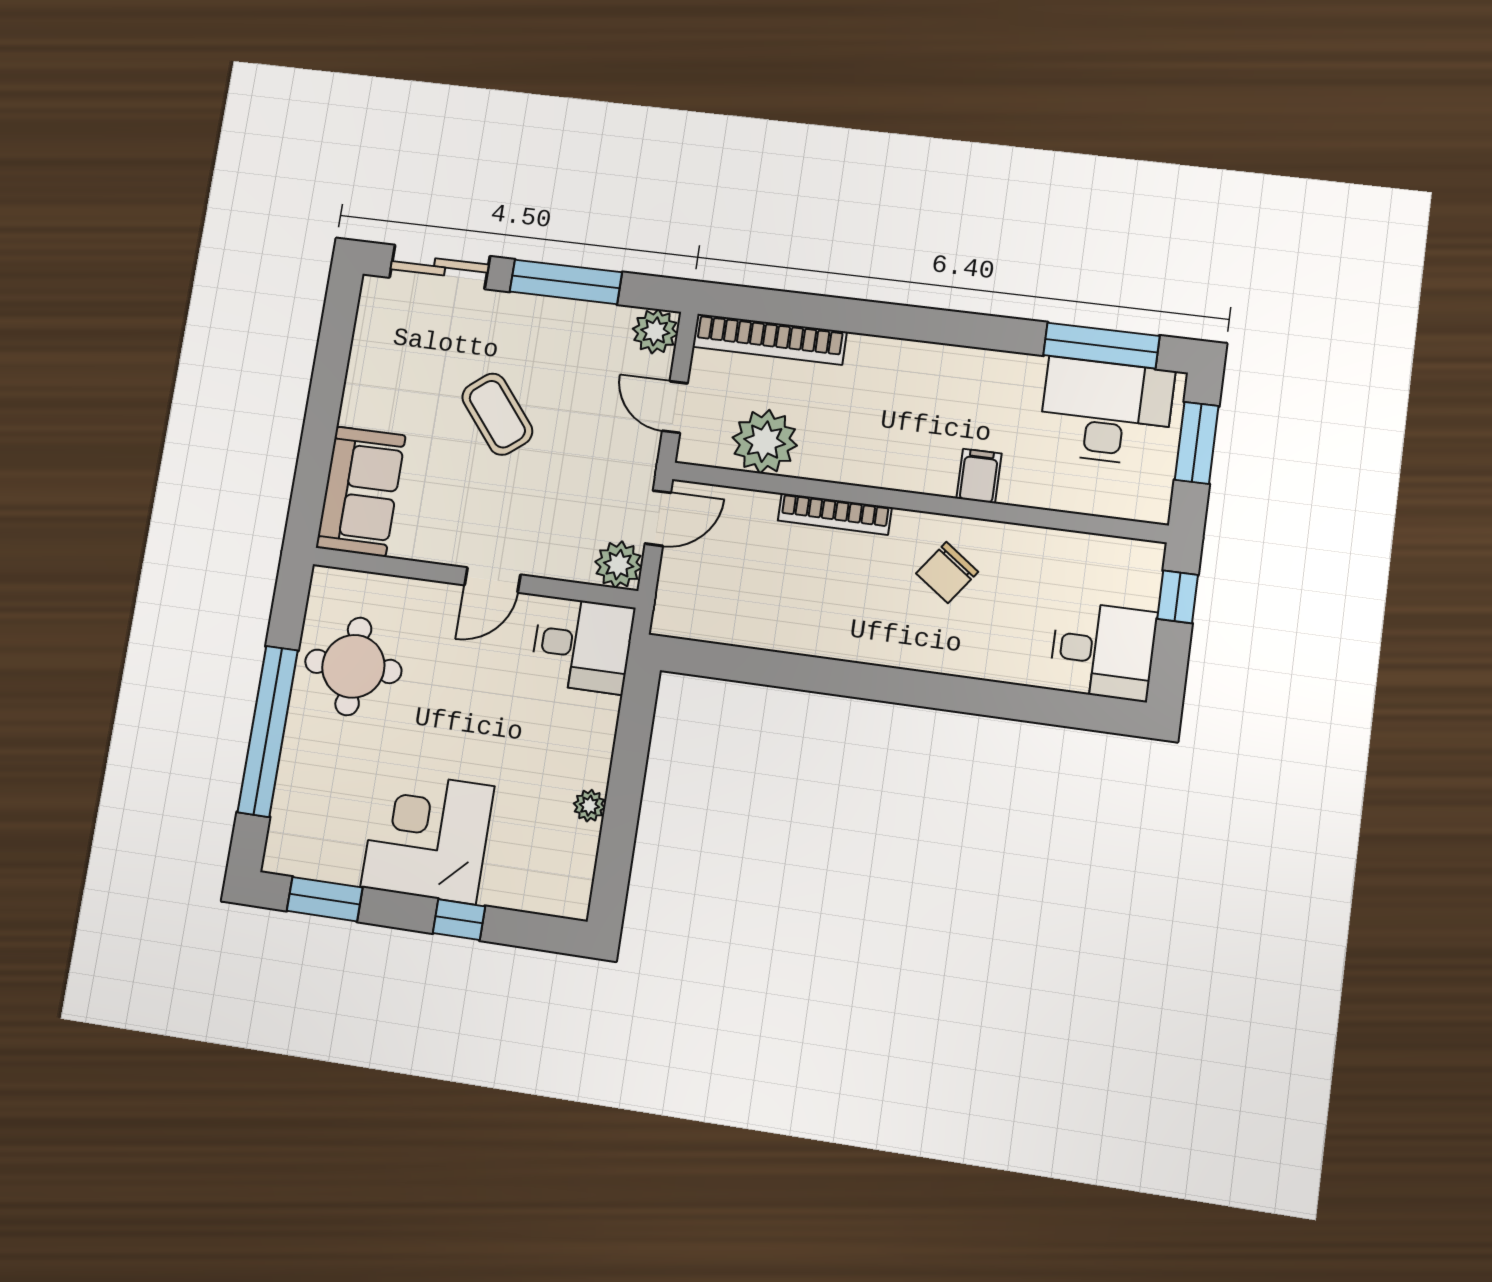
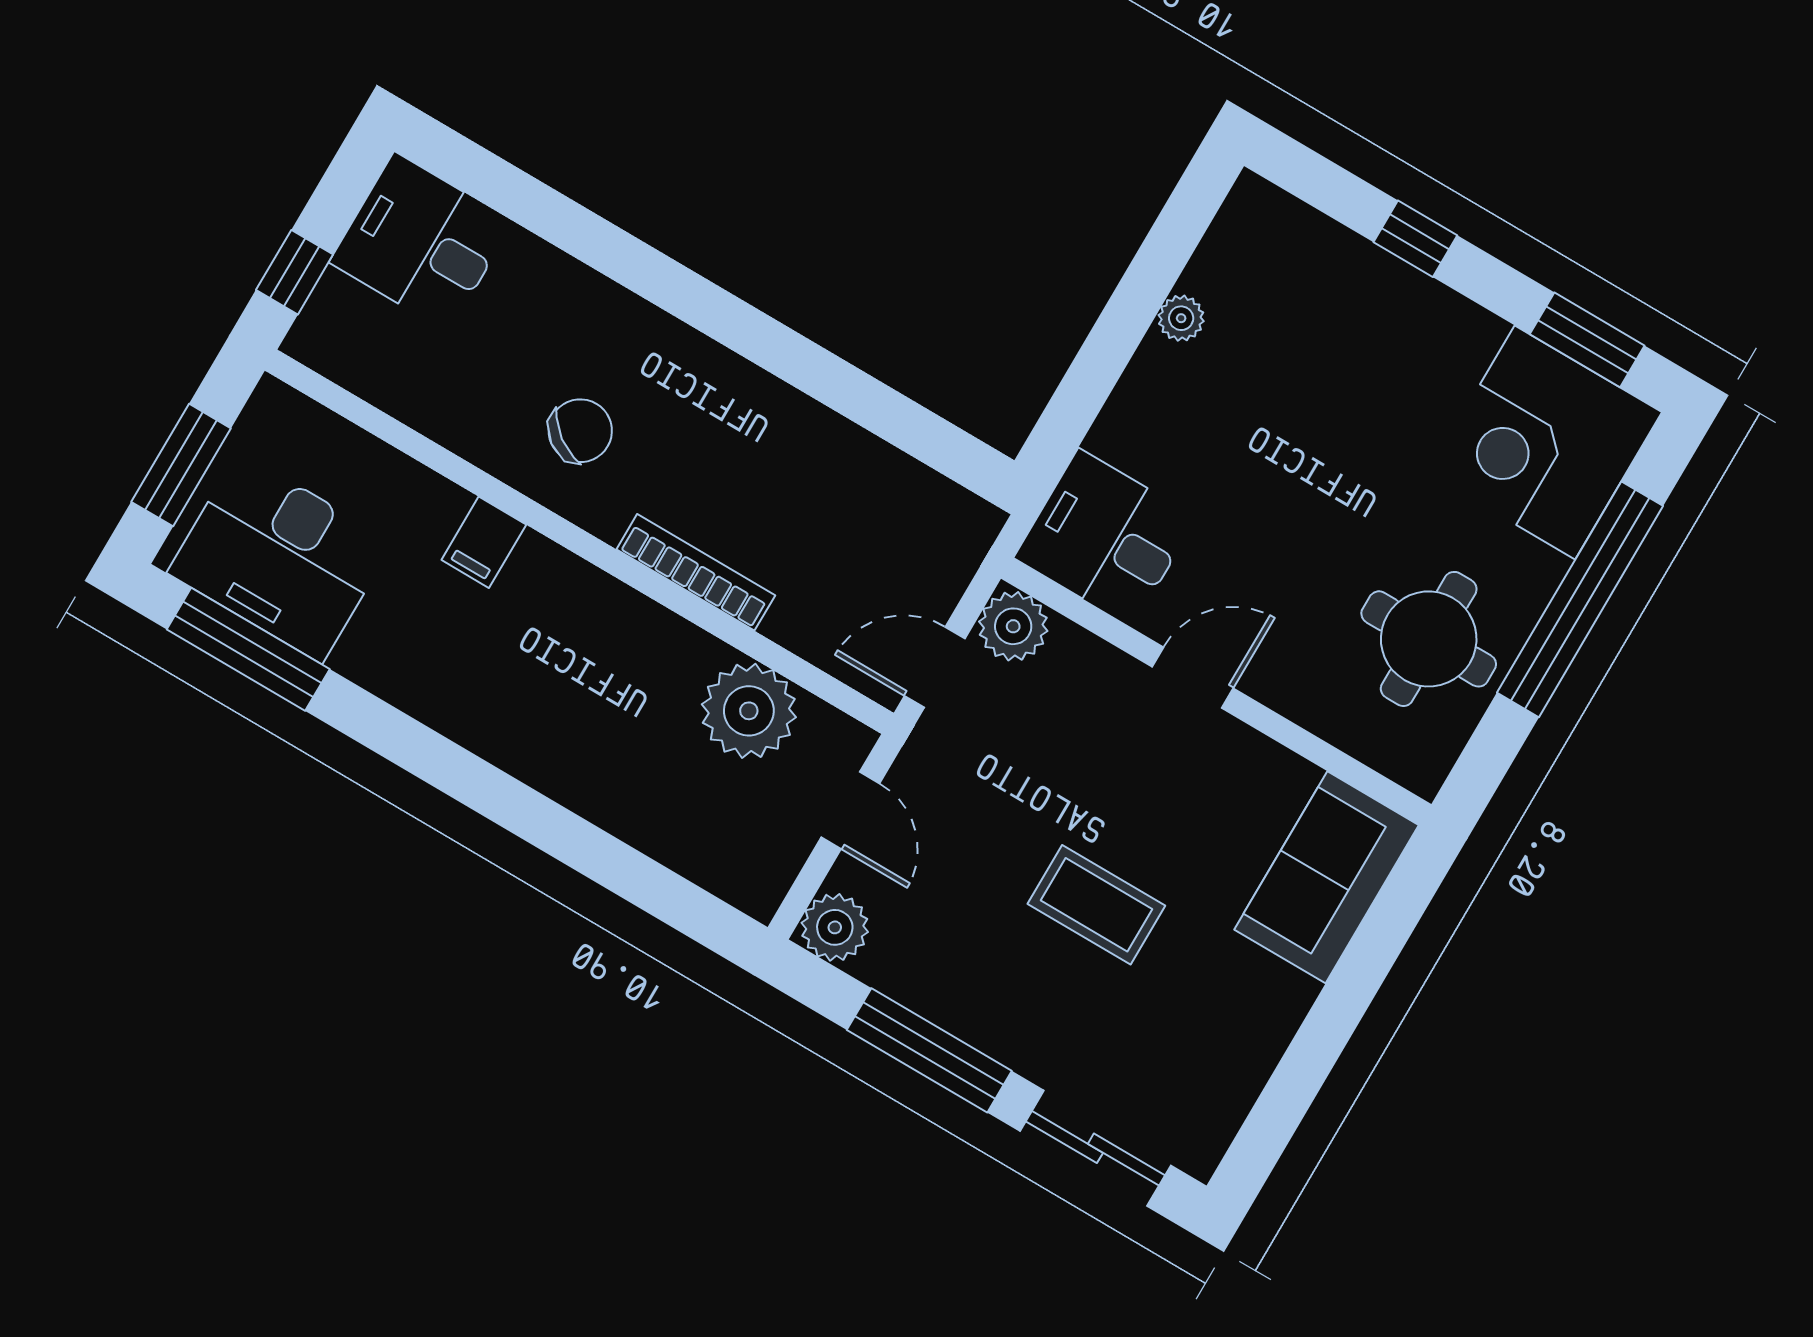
bookcase: (769, 339) -> (685, 849), removed
coffee table: (497, 414) -> (1096, 905), turned -51
corner desk: (427, 837) -> (1545, 443), moved, turned 90

